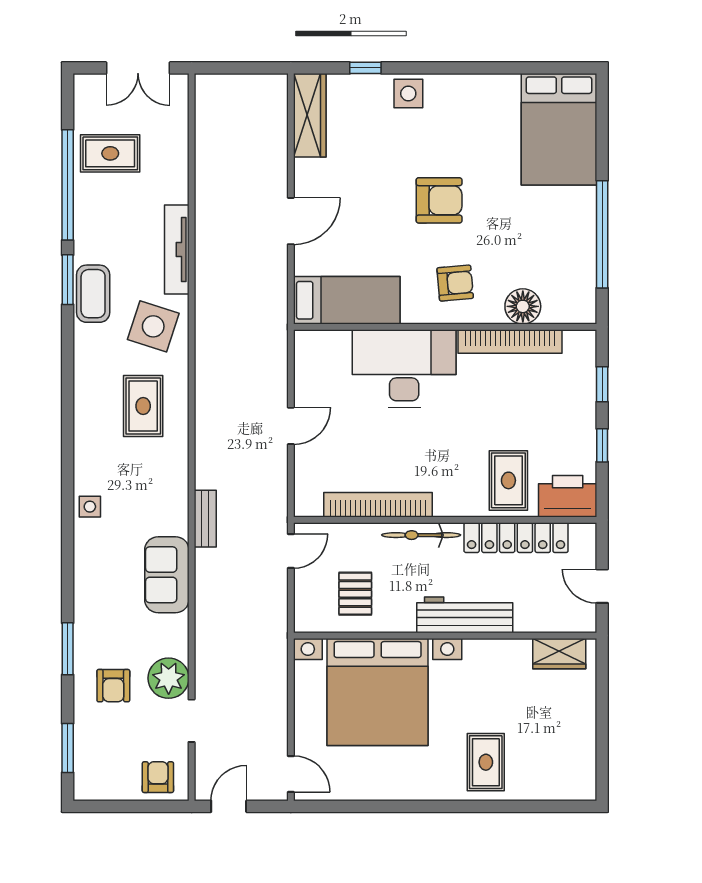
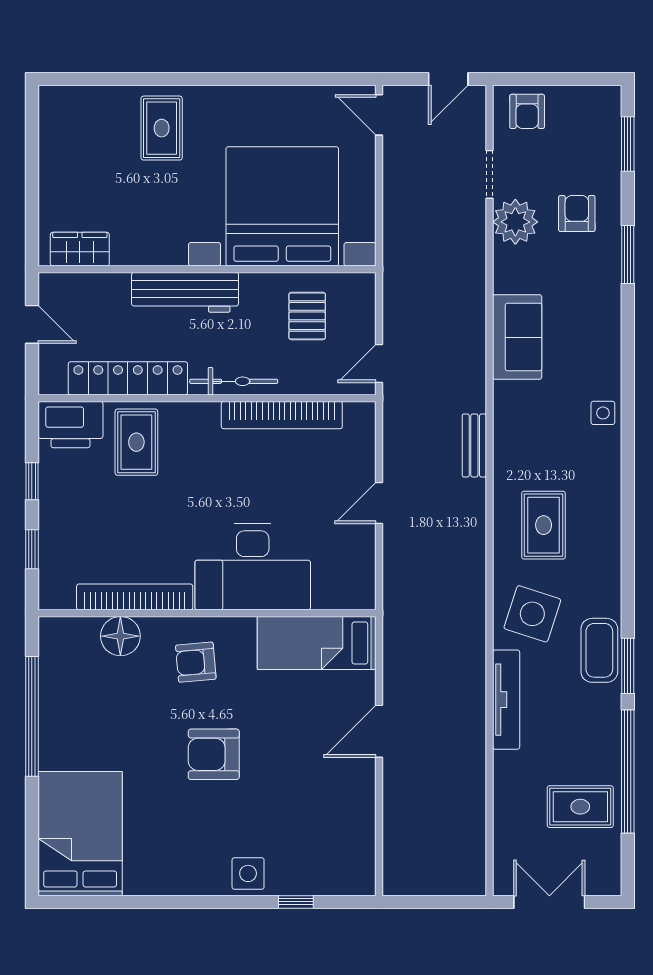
wardrobe: (310, 115) -> (358, 849), removed
bench: (205, 519) -> (474, 446), moved

